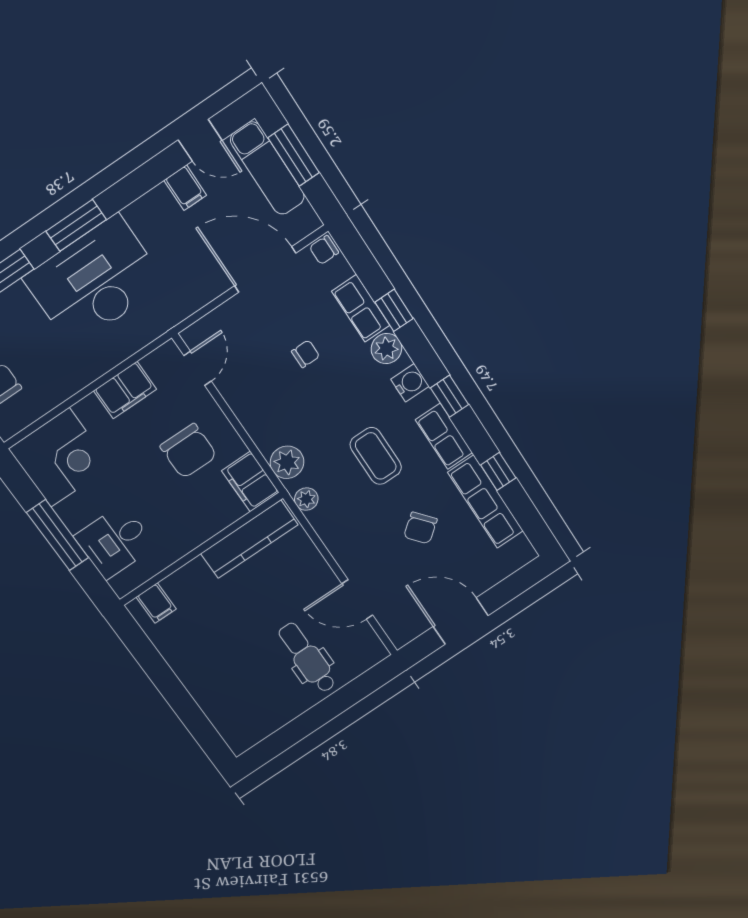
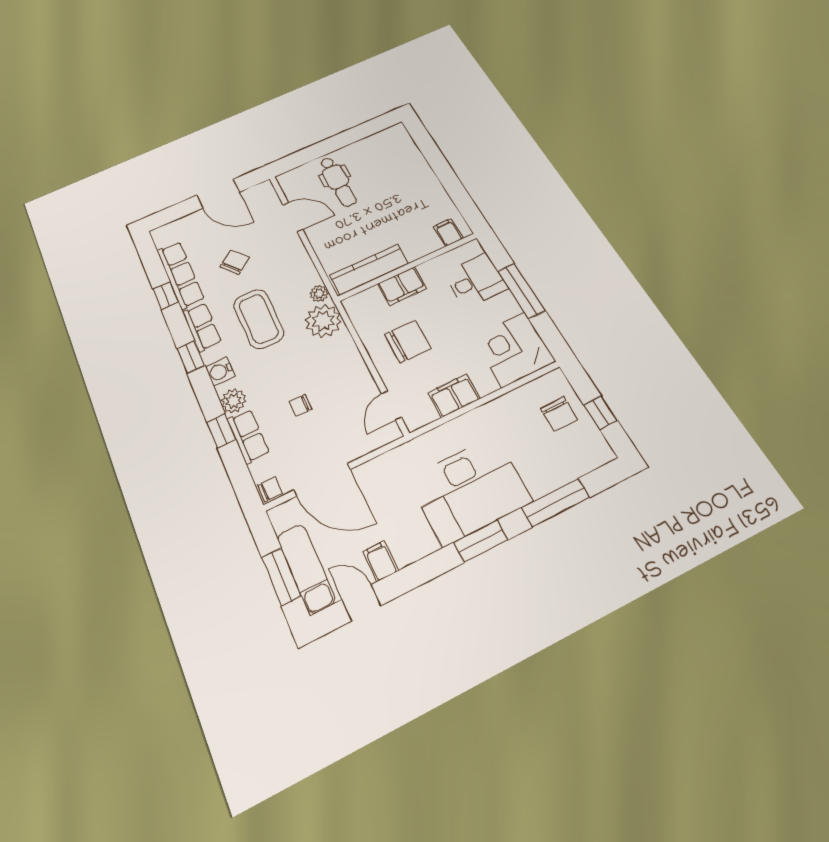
chair: (189, 451) -> (408, 341), turned 90
coffee table: (376, 456) -> (259, 319), width x1.36, depth x1.32
plant: (287, 462) -> (323, 321), width x1.36, depth x1.36
filing cabinet: (250, 482) -> (402, 286), moved, turned 90

